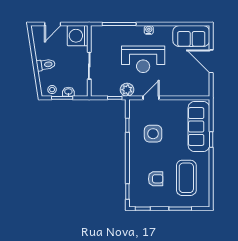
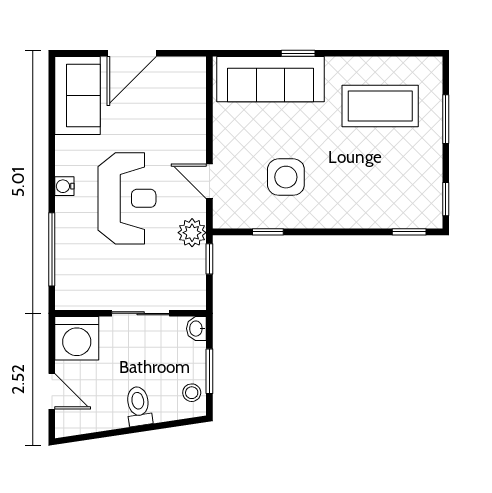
washbasin: (68, 92) -> (196, 329), moved
armchair: (156, 179) -> (382, 171), removed

